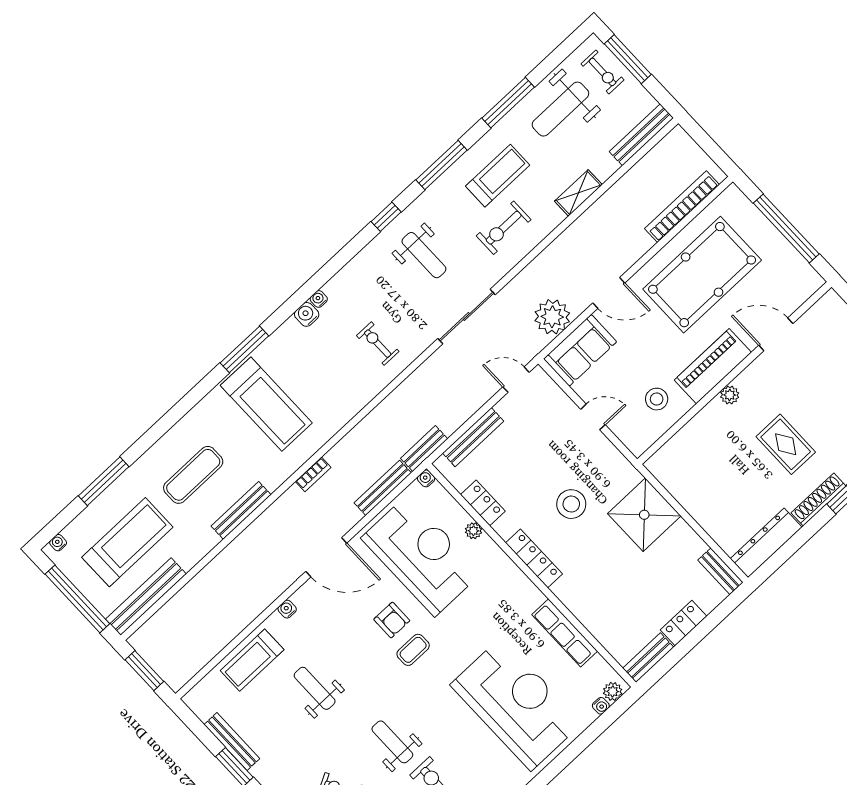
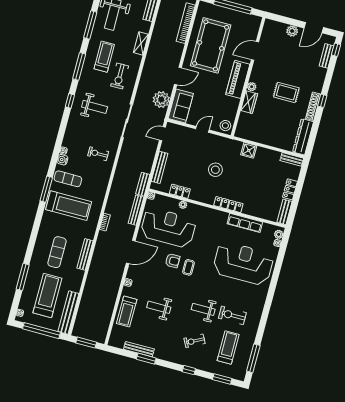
exercise mat: (295, 355) -> (68, 179), added
stool: (657, 399) -> (225, 126), moved
wardrobe: (708, 420) -> (249, 102), added
shower: (644, 515) -> (249, 150), width x0.54, depth x0.54
locker: (534, 558) -> (228, 205), moved

